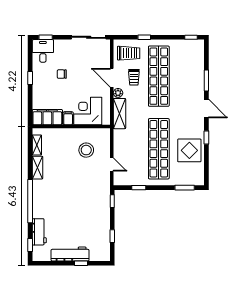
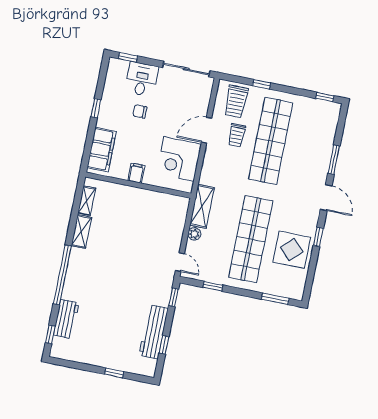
desk: (43, 51) -> (142, 79), moved
trolley: (129, 53) -> (236, 101), turned 90
door: (112, 78) -> (206, 130), hinge flipped
plant: (118, 93) -> (194, 234), moved
corner desk: (88, 111) -> (179, 159), moved, turned -90
shelving: (119, 114) -> (202, 206), moved
filing cabinet: (47, 117) -> (102, 150), moved, turned 90
stool: (86, 150) -> (152, 221), removed
door: (112, 165) -> (180, 262), moved
workbench: (70, 254) -> (154, 332), moved, turned -90

